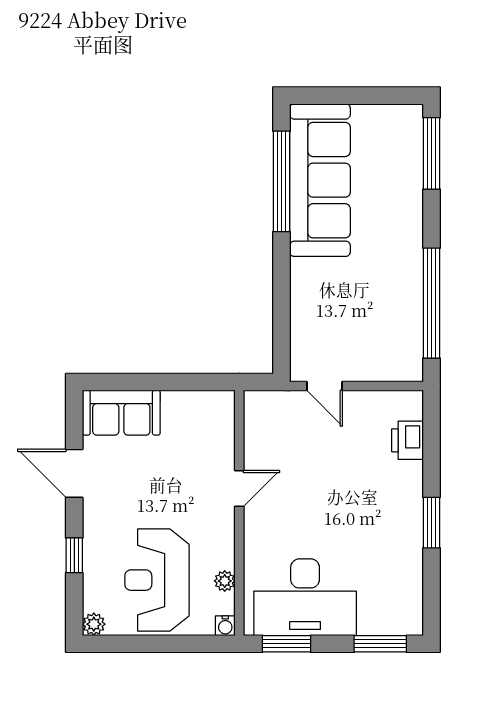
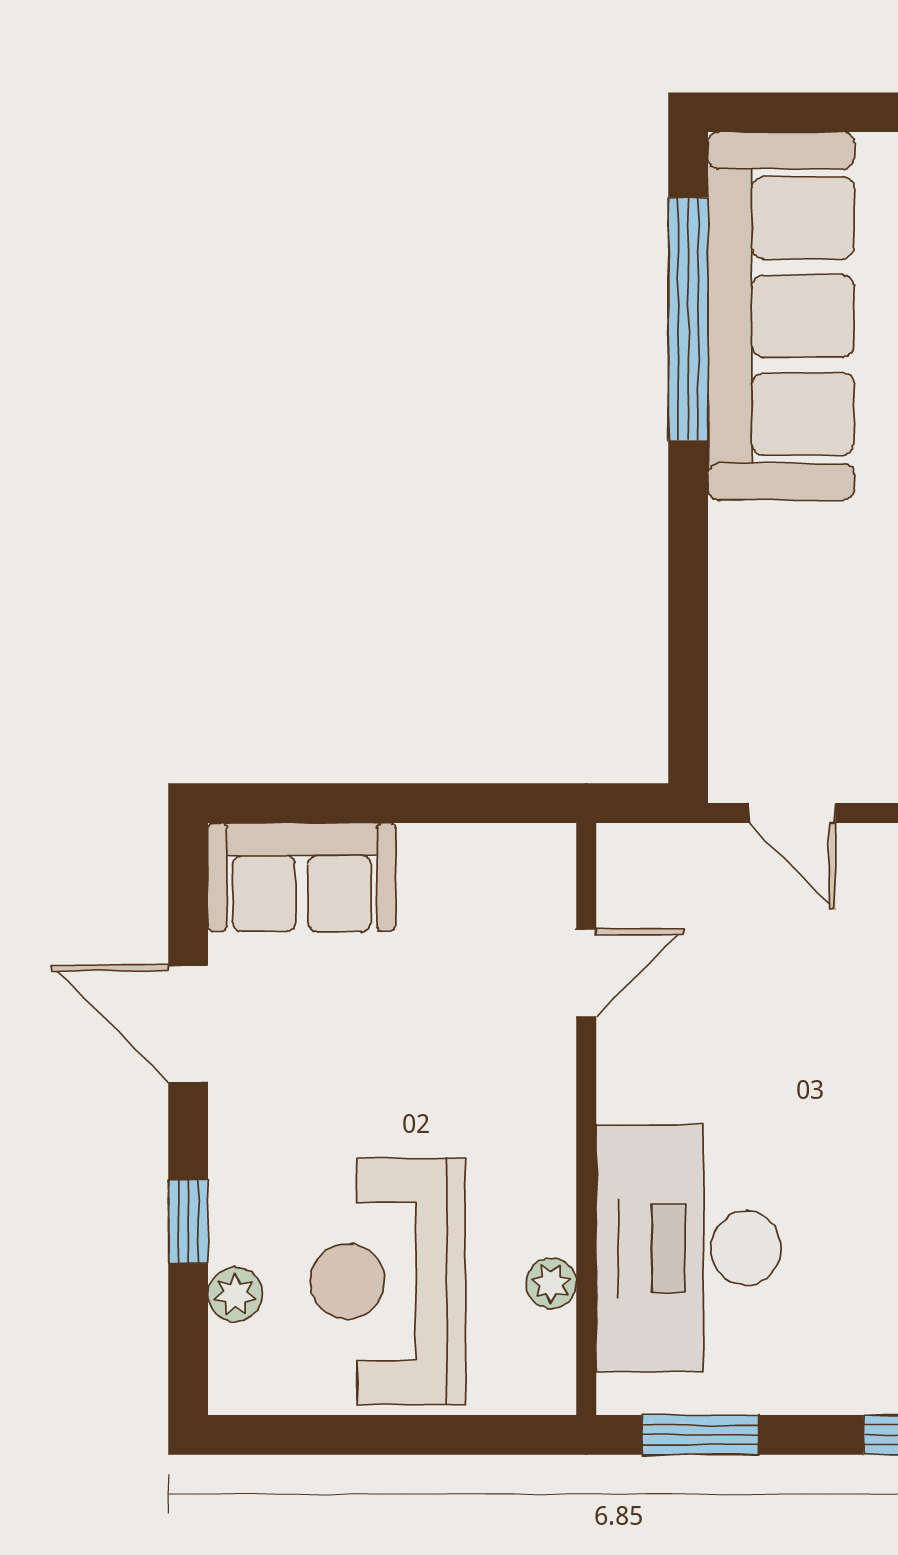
door: (239, 488) -> (586, 973), moved
desk: (305, 597) -> (689, 1248), moved, turned 90
plant: (94, 624) -> (235, 1294), moved
water cooler: (225, 626) -> (553, 1391), removed

